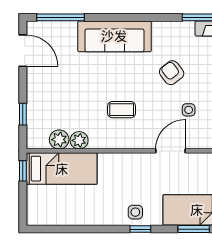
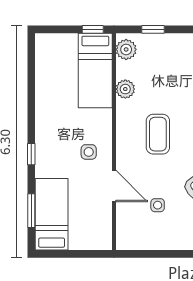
coffee table: (122, 110) -> (158, 134), width x1.36, depth x1.30
plant: (59, 140) -> (126, 49), moved
side table: (135, 212) -> (89, 152), moved

